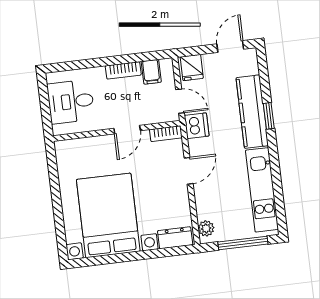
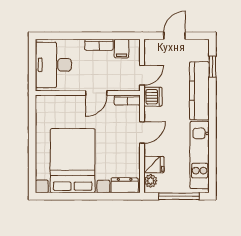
door: (230, 46) -> (174, 36), moved
fridge: (192, 67) -> (154, 165), moved, turned -90
door: (180, 101) -> (142, 75), hinge flipped
desk: (71, 102) -> (53, 65), width x1.37
window: (269, 116) -> (212, 67), moved

